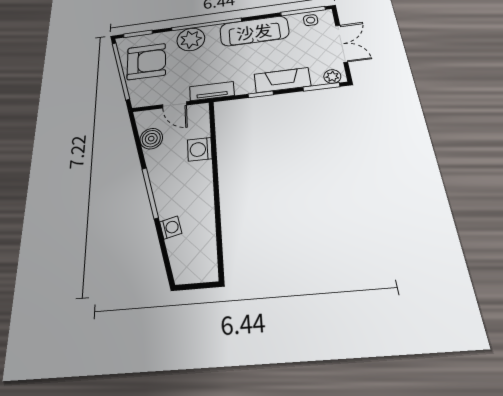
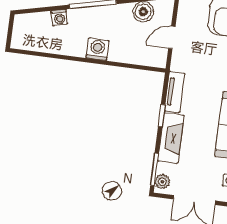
tv unit: (212, 91) -> (175, 92), moved
washing machine: (200, 149) -> (97, 49), moved

